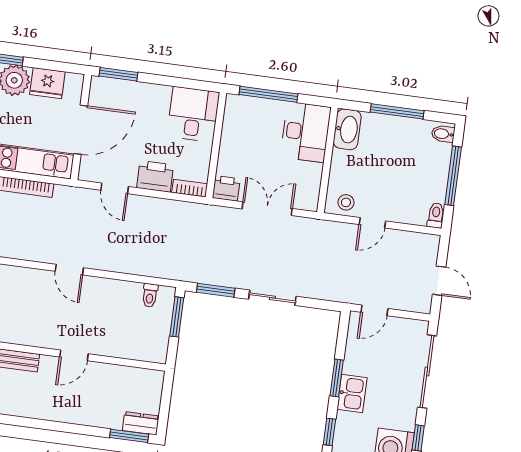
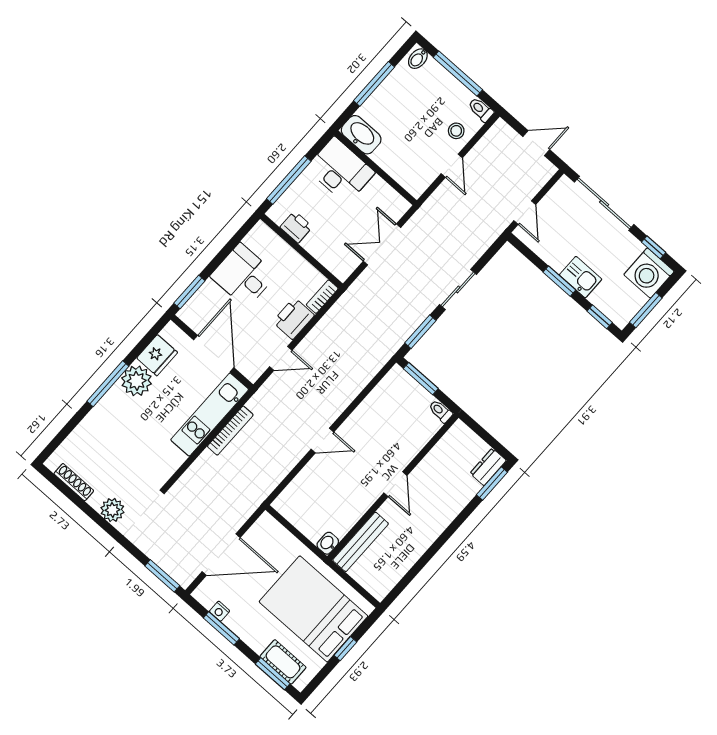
desk: (193, 114) -> (243, 276), moved
printer: (226, 188) -> (296, 227), moved, turned 90
stool: (346, 202) -> (456, 131), moved
toilet: (150, 295) -> (440, 411), moved, turned 180

